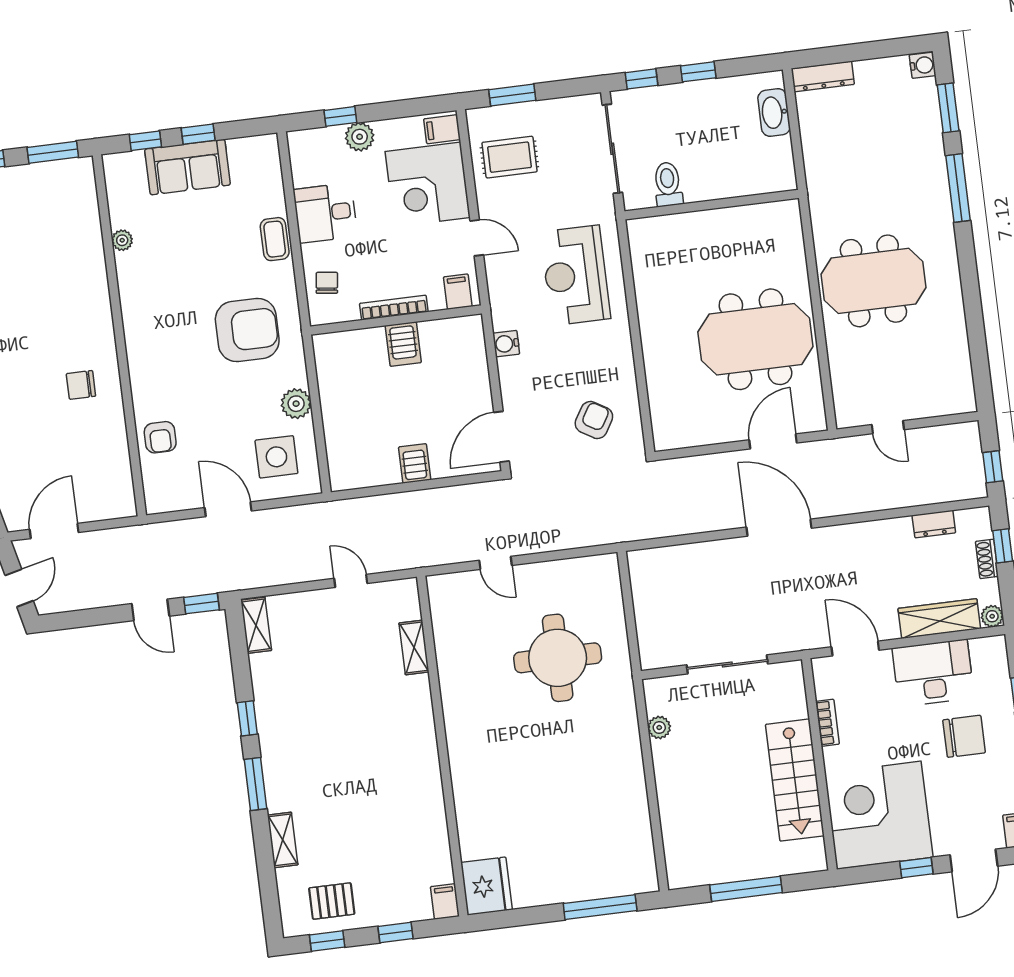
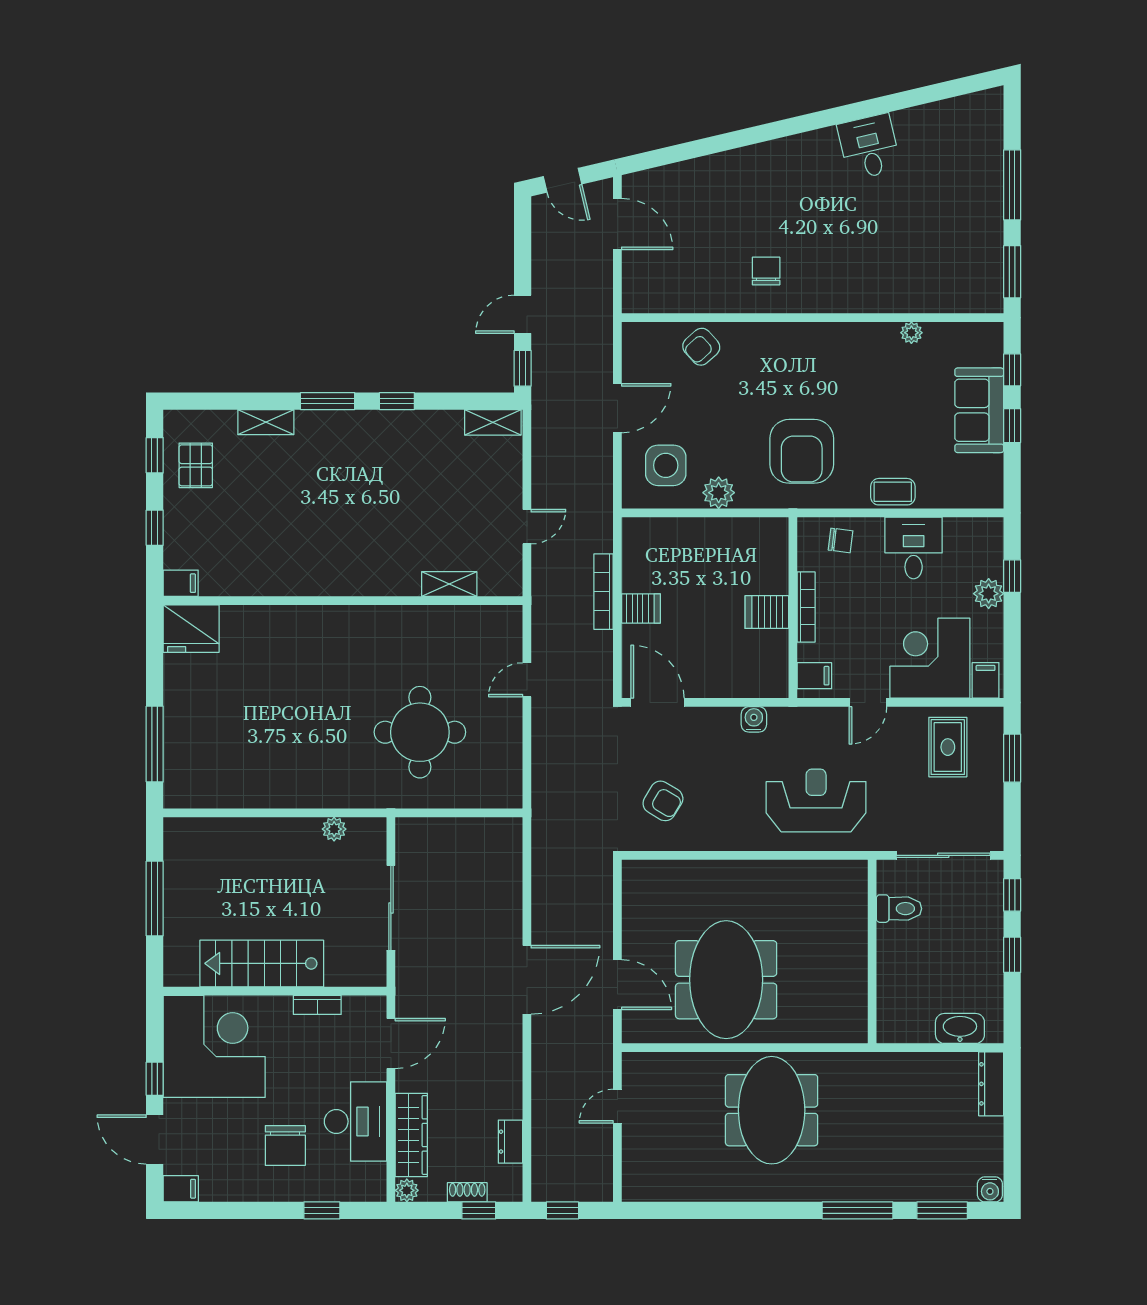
armchair: (160, 437) -> (701, 347), turned -42
bookcase: (403, 501) -> (603, 592), added

